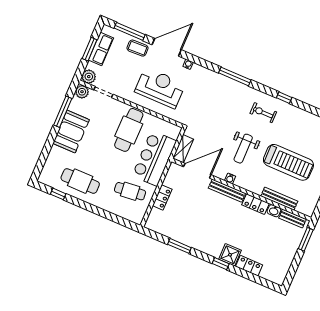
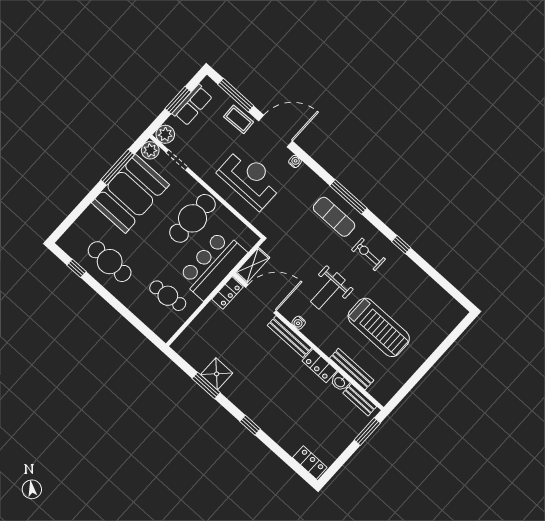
exercise mat: (229, 94) -> (334, 217), added
booth: (71, 132) -> (130, 194), width x1.36, depth x1.42
locker: (162, 197) -> (227, 293), moved
shower: (230, 255) -> (217, 374), moved
locker: (249, 266) -> (310, 462), moved

